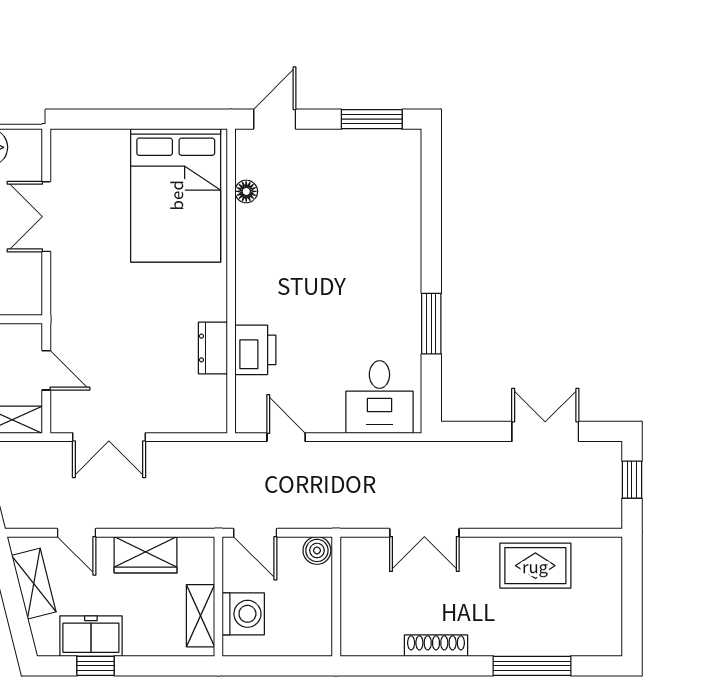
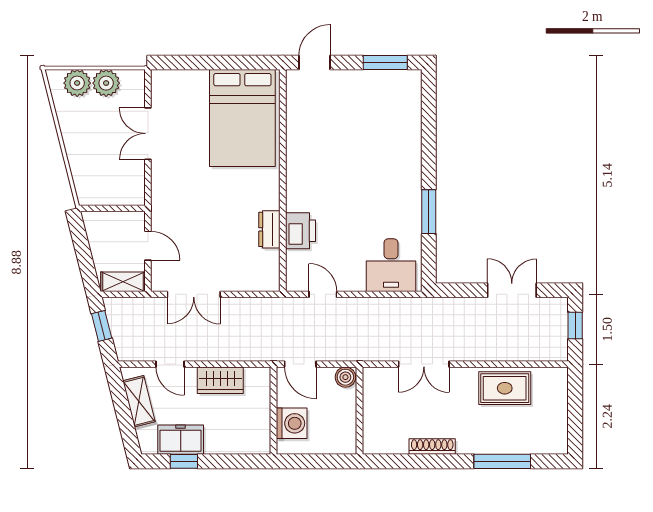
floor lamp: (246, 191) -> (294, 115), removed
shelving: (200, 616) -> (260, 425), removed

